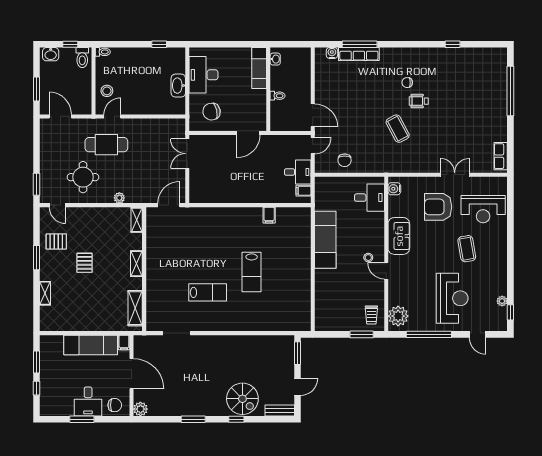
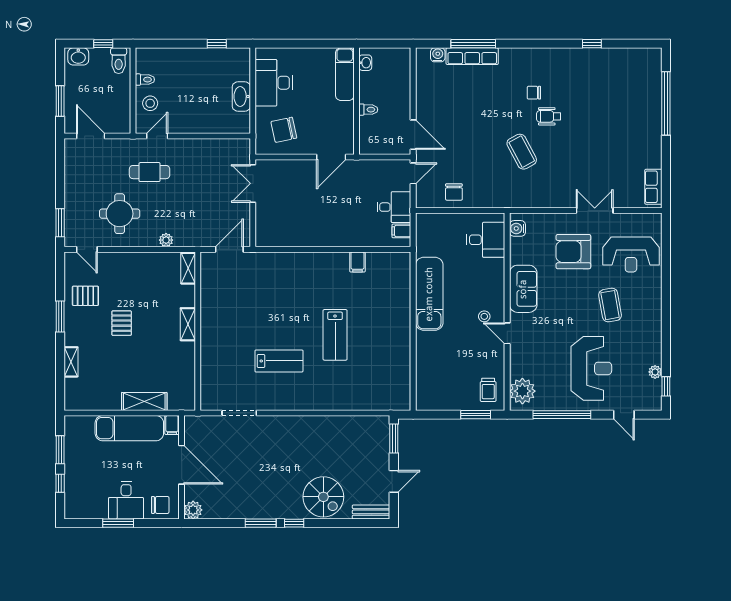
toilet: (103, 52) -> (145, 80), moved
cafe table: (106, 145) -> (150, 172), width x0.73, depth x0.74
shelving: (135, 308) -> (144, 401), moved, turned 90
window: (236, 419) -> (294, 523), moved

